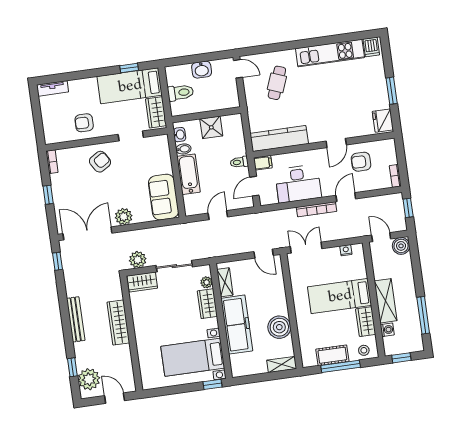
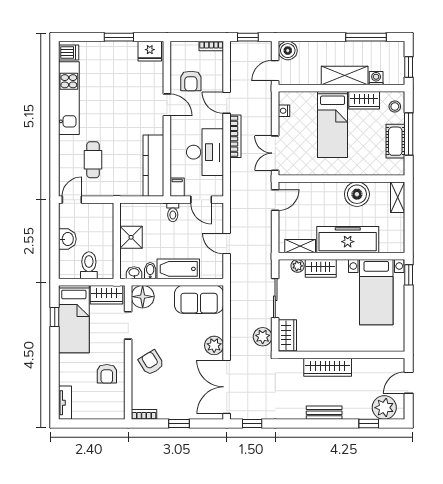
cafe table: (277, 83) -> (93, 160), turned 69
floor lamp: (159, 146) -> (143, 297), added
bench: (76, 319) -> (324, 413), width x0.73

